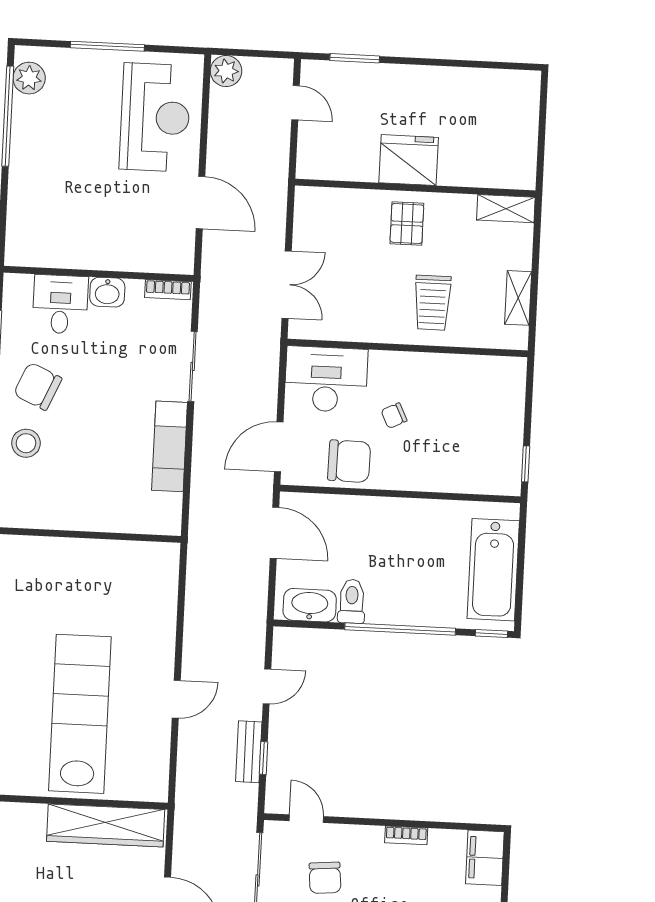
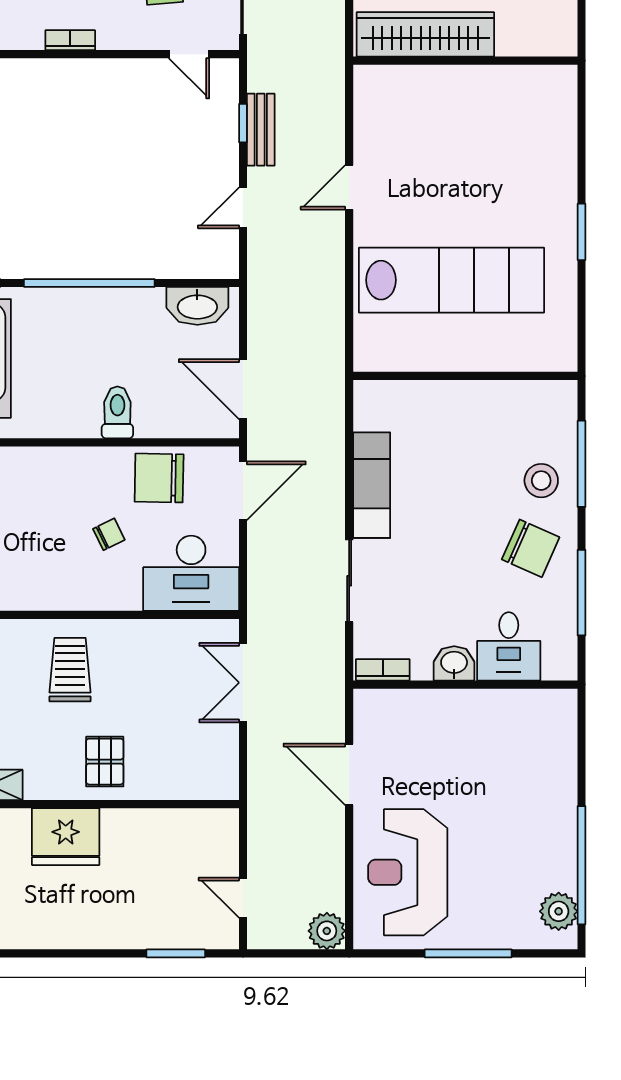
fridge: (409, 160) -> (66, 837), moved
toilet: (352, 601) -> (117, 412), moved, turned 180
lab bench: (80, 714) -> (451, 280), moved, turned -90

